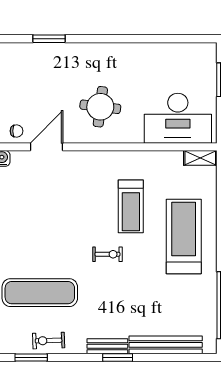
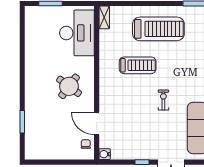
round table: (100, 107) -> (69, 86), turned 30
treadmill: (184, 236) -> (158, 29), turned 180
exercise bike: (107, 254) -> (163, 100), moved

